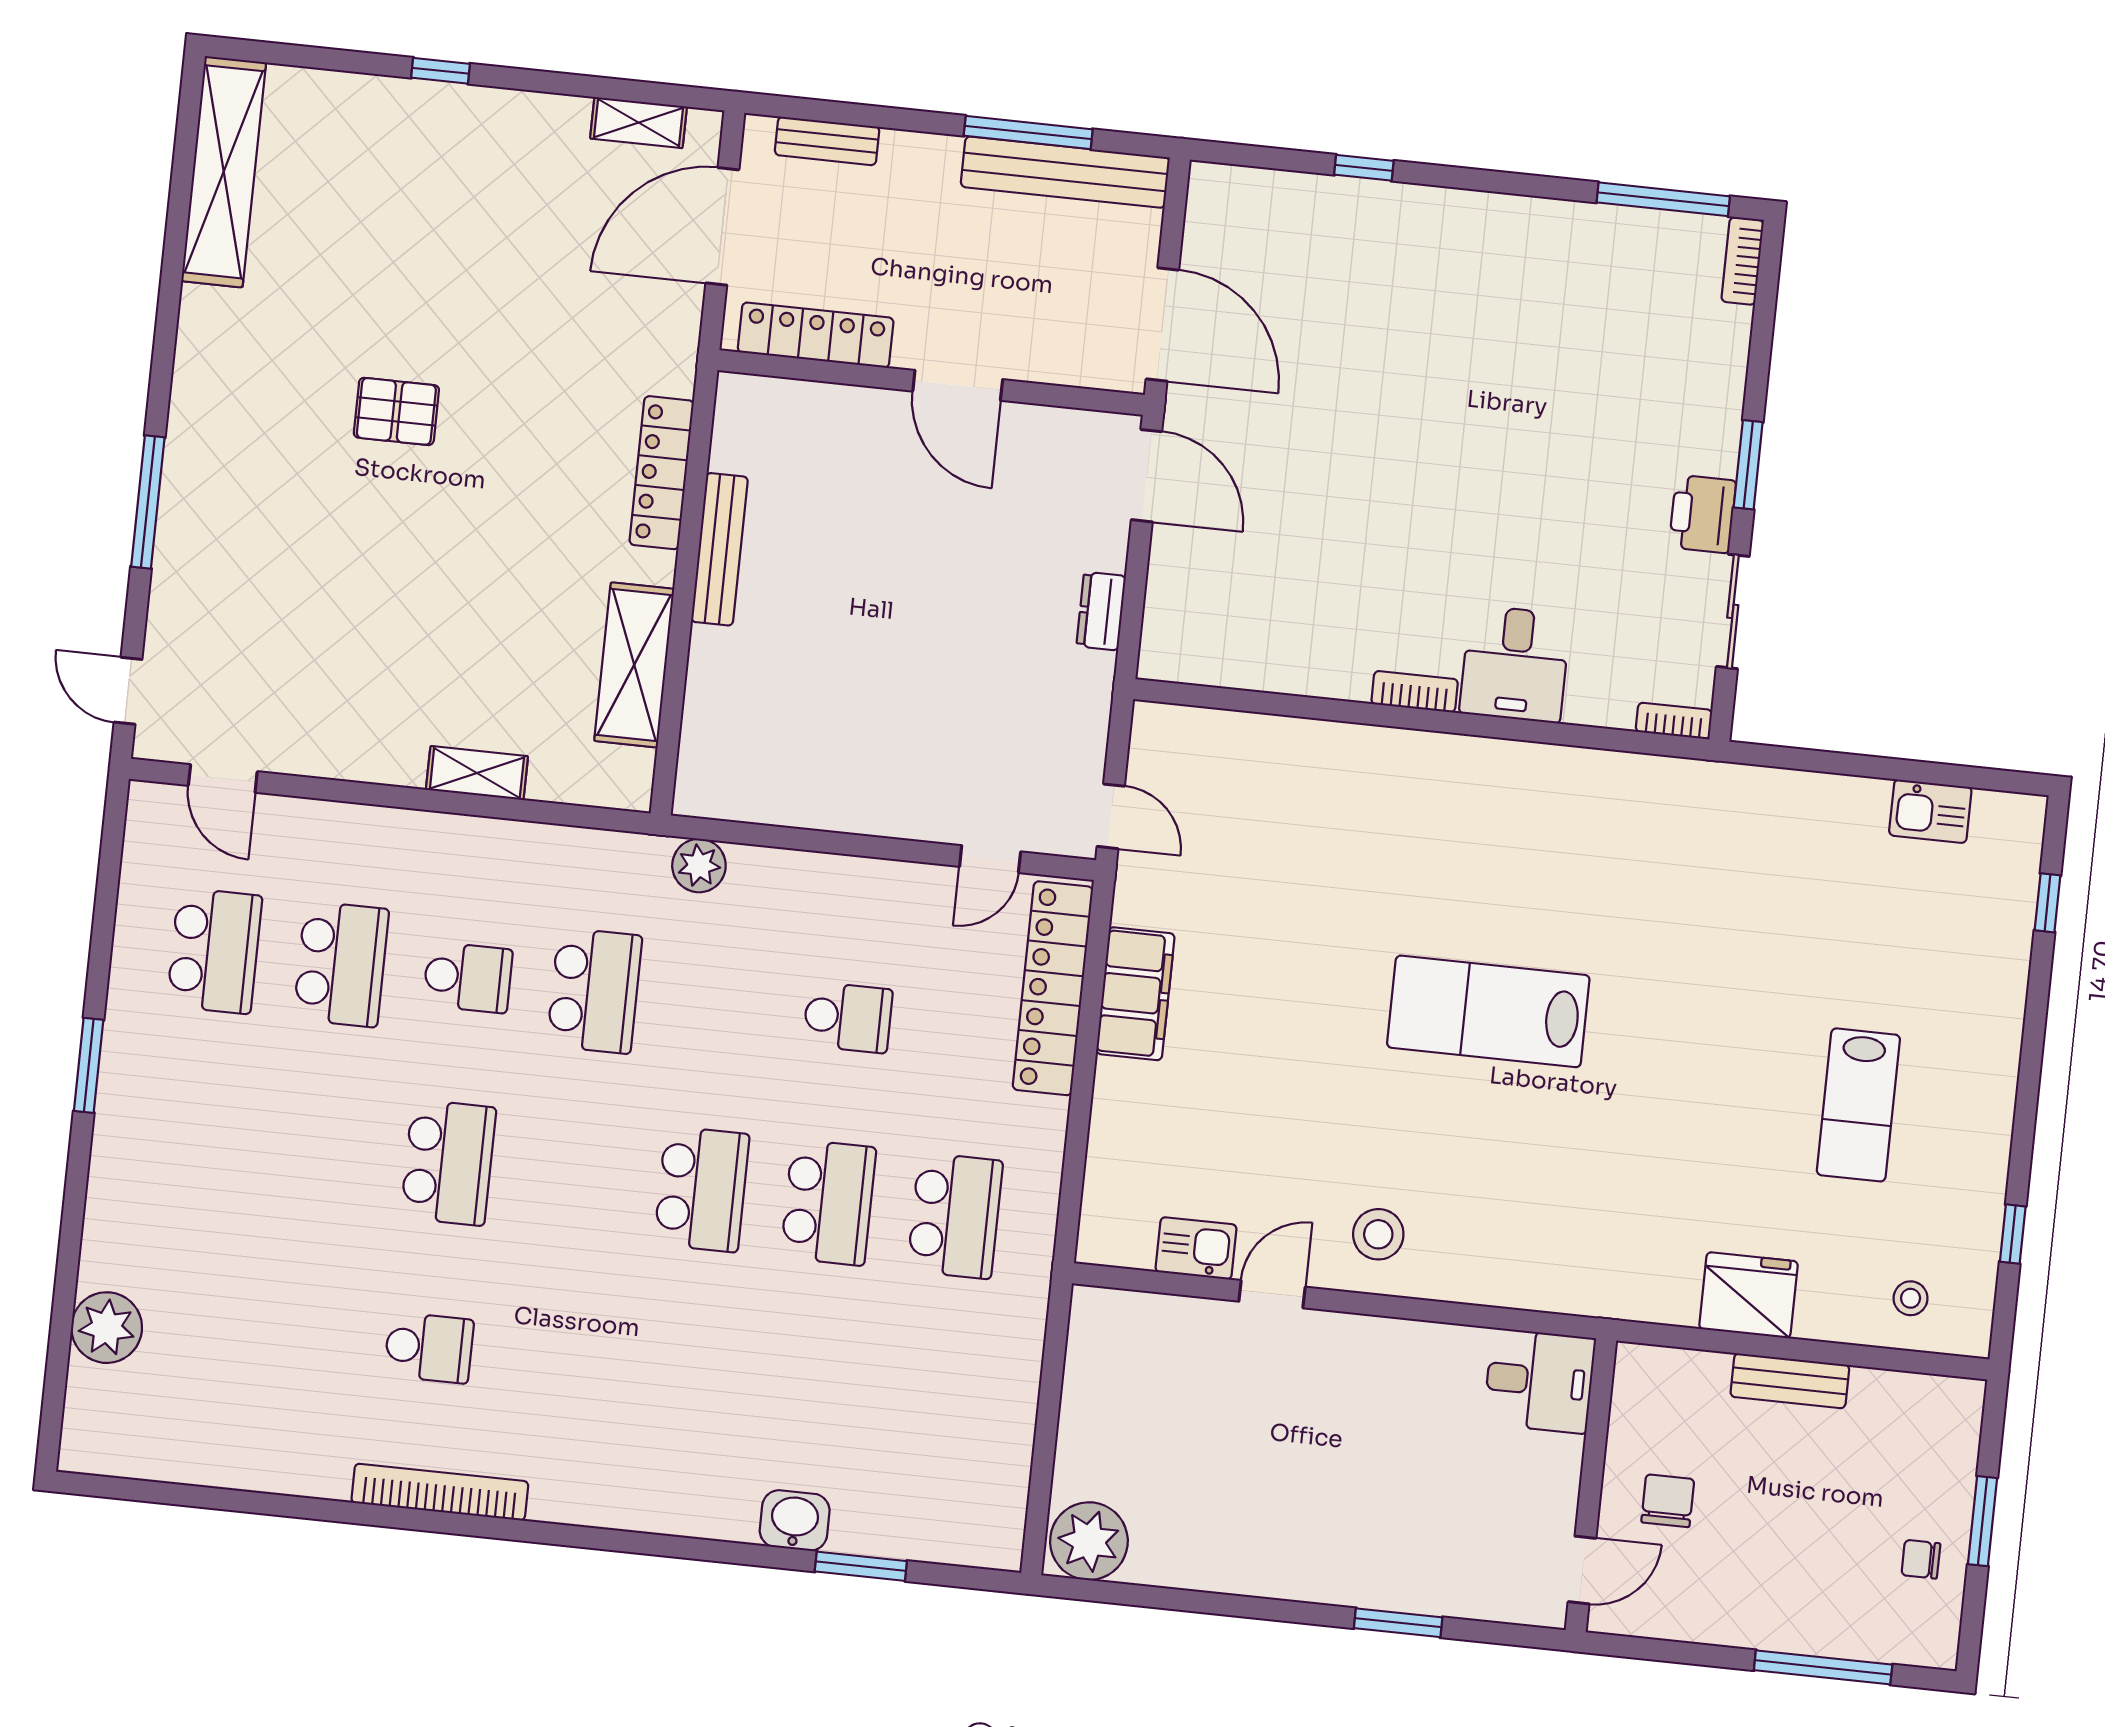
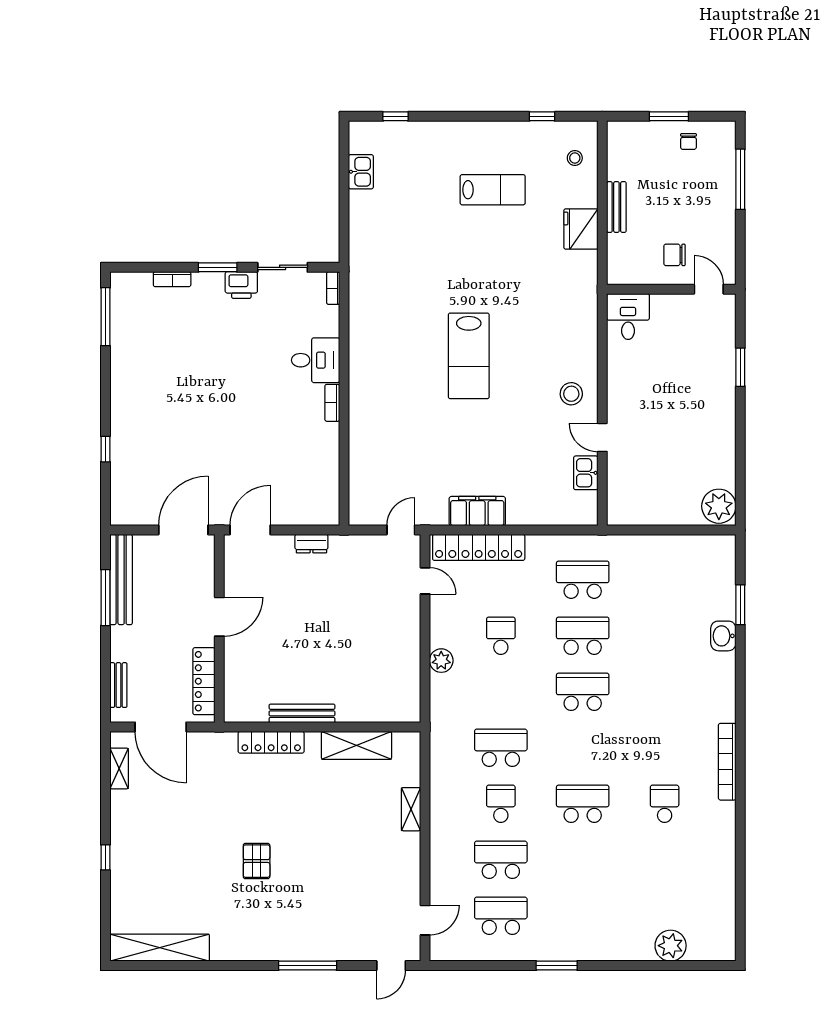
bookcase: (1743, 261) -> (172, 279), moved
plant: (699, 866) -> (441, 661), moved
bookcase: (440, 1492) -> (727, 762), moved

